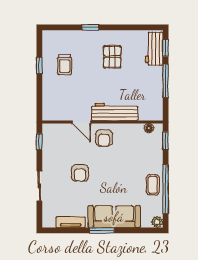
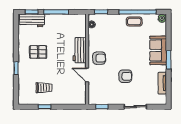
workbench: (115, 112) -> (80, 50), width x0.73
door: (82, 122) -> (87, 75), swing flipped
sofa: (114, 217) -> (158, 50), width x0.73

